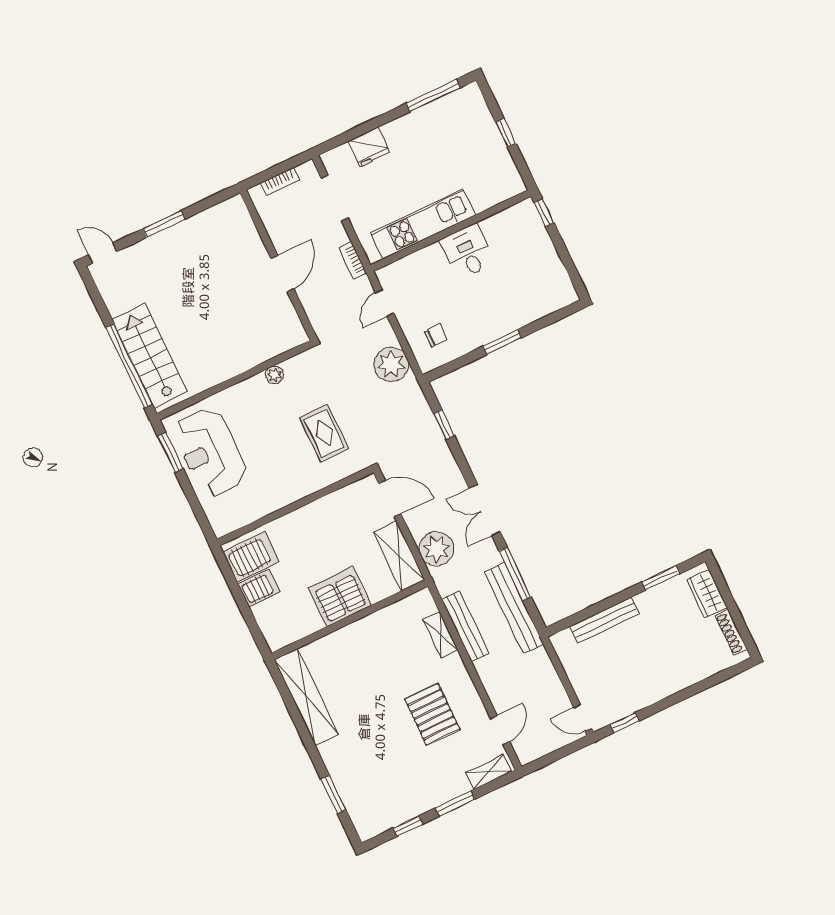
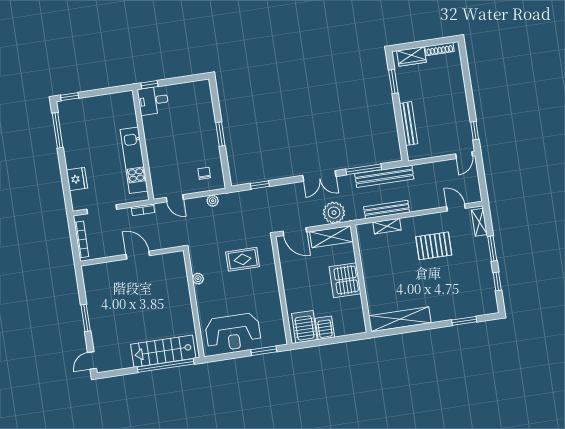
window: (506, 133) -> (70, 97), moved
bookcase: (280, 182) -> (81, 239), width x1.56
desk: (467, 251) -> (153, 101), moved
plant: (391, 364) -> (213, 201), width x0.53, depth x0.53
window: (170, 452) -> (264, 351), moved
door: (390, 499) -> (295, 232), swing flipped

